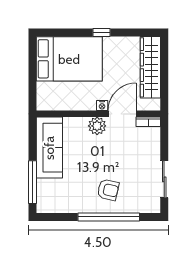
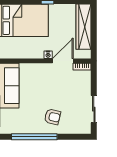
plant: (97, 126) -> (44, 70), removed
window: (109, 217) -> (34, 137), moved

